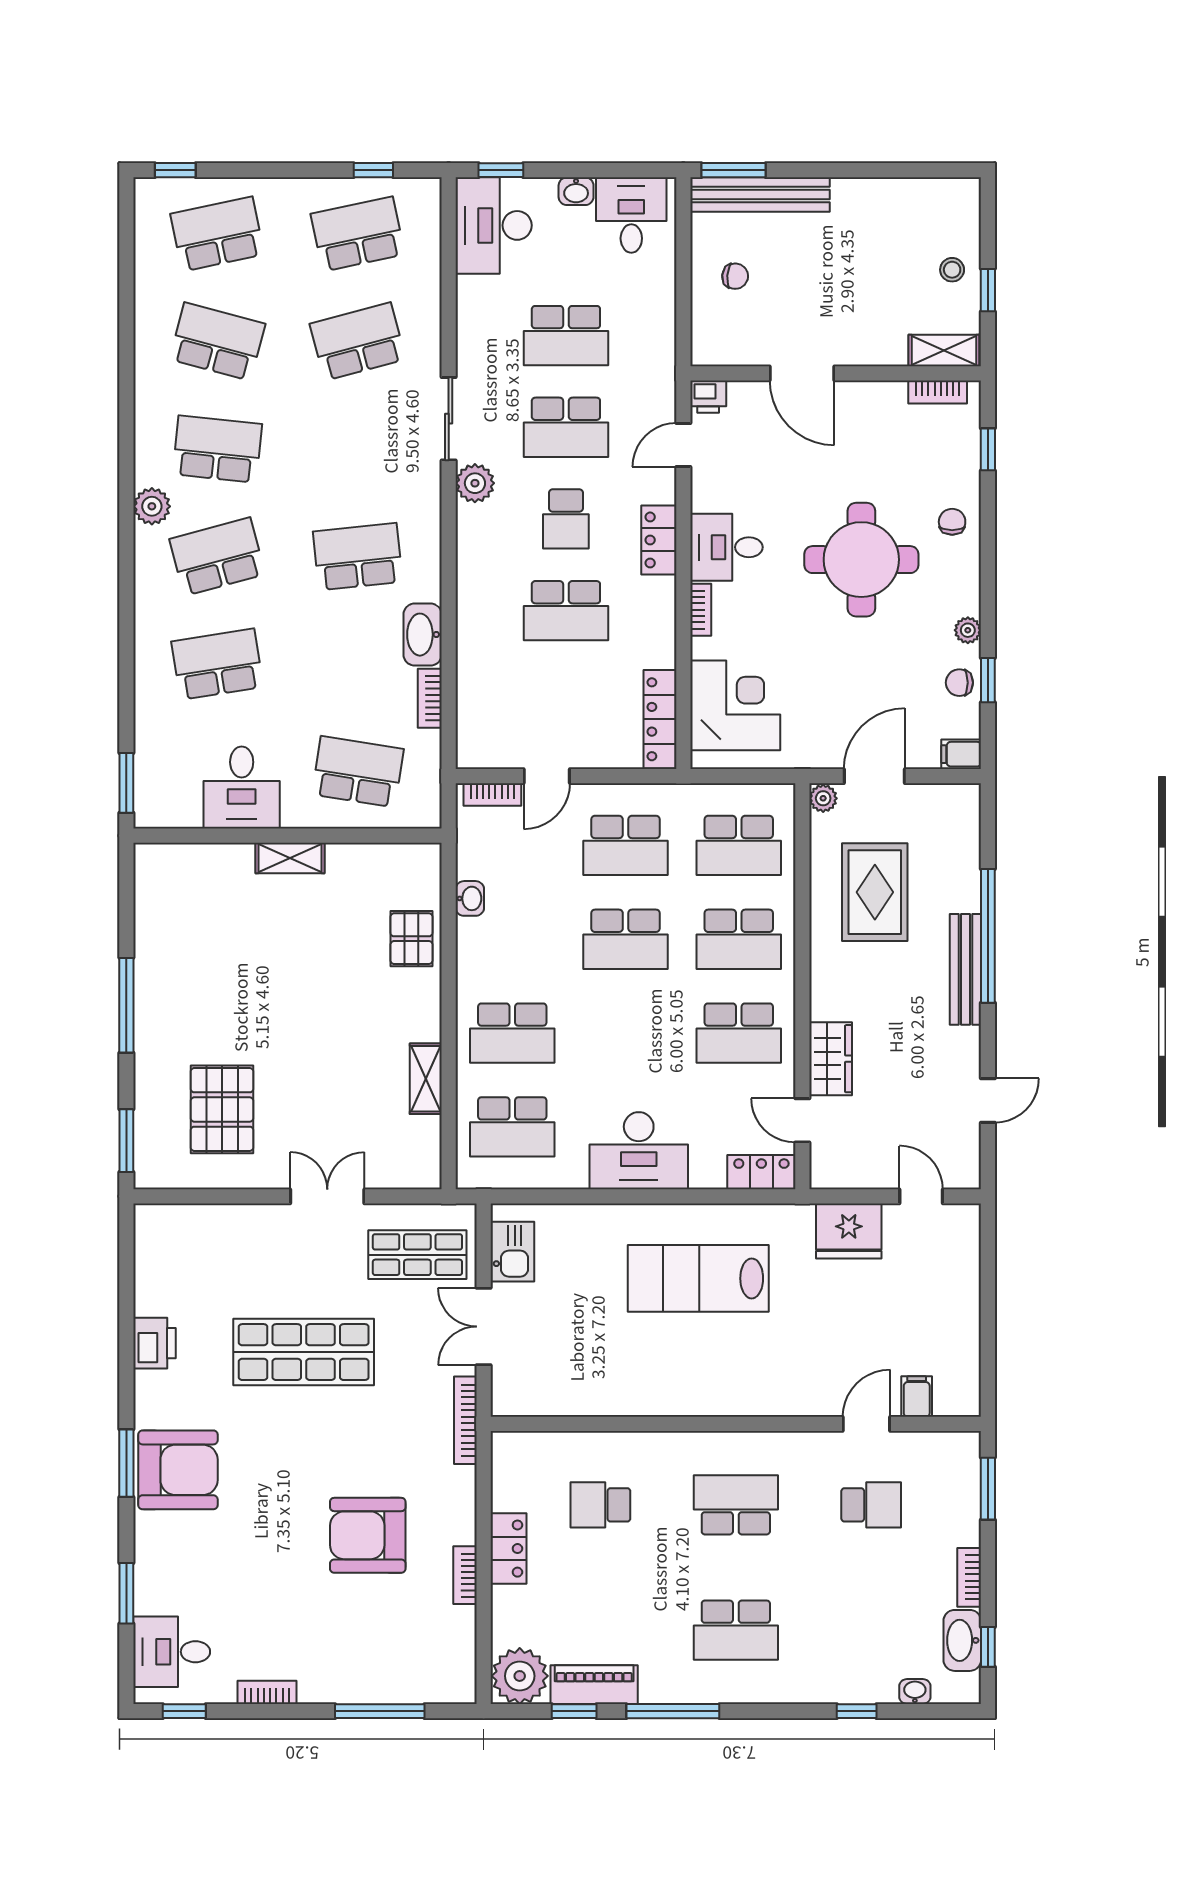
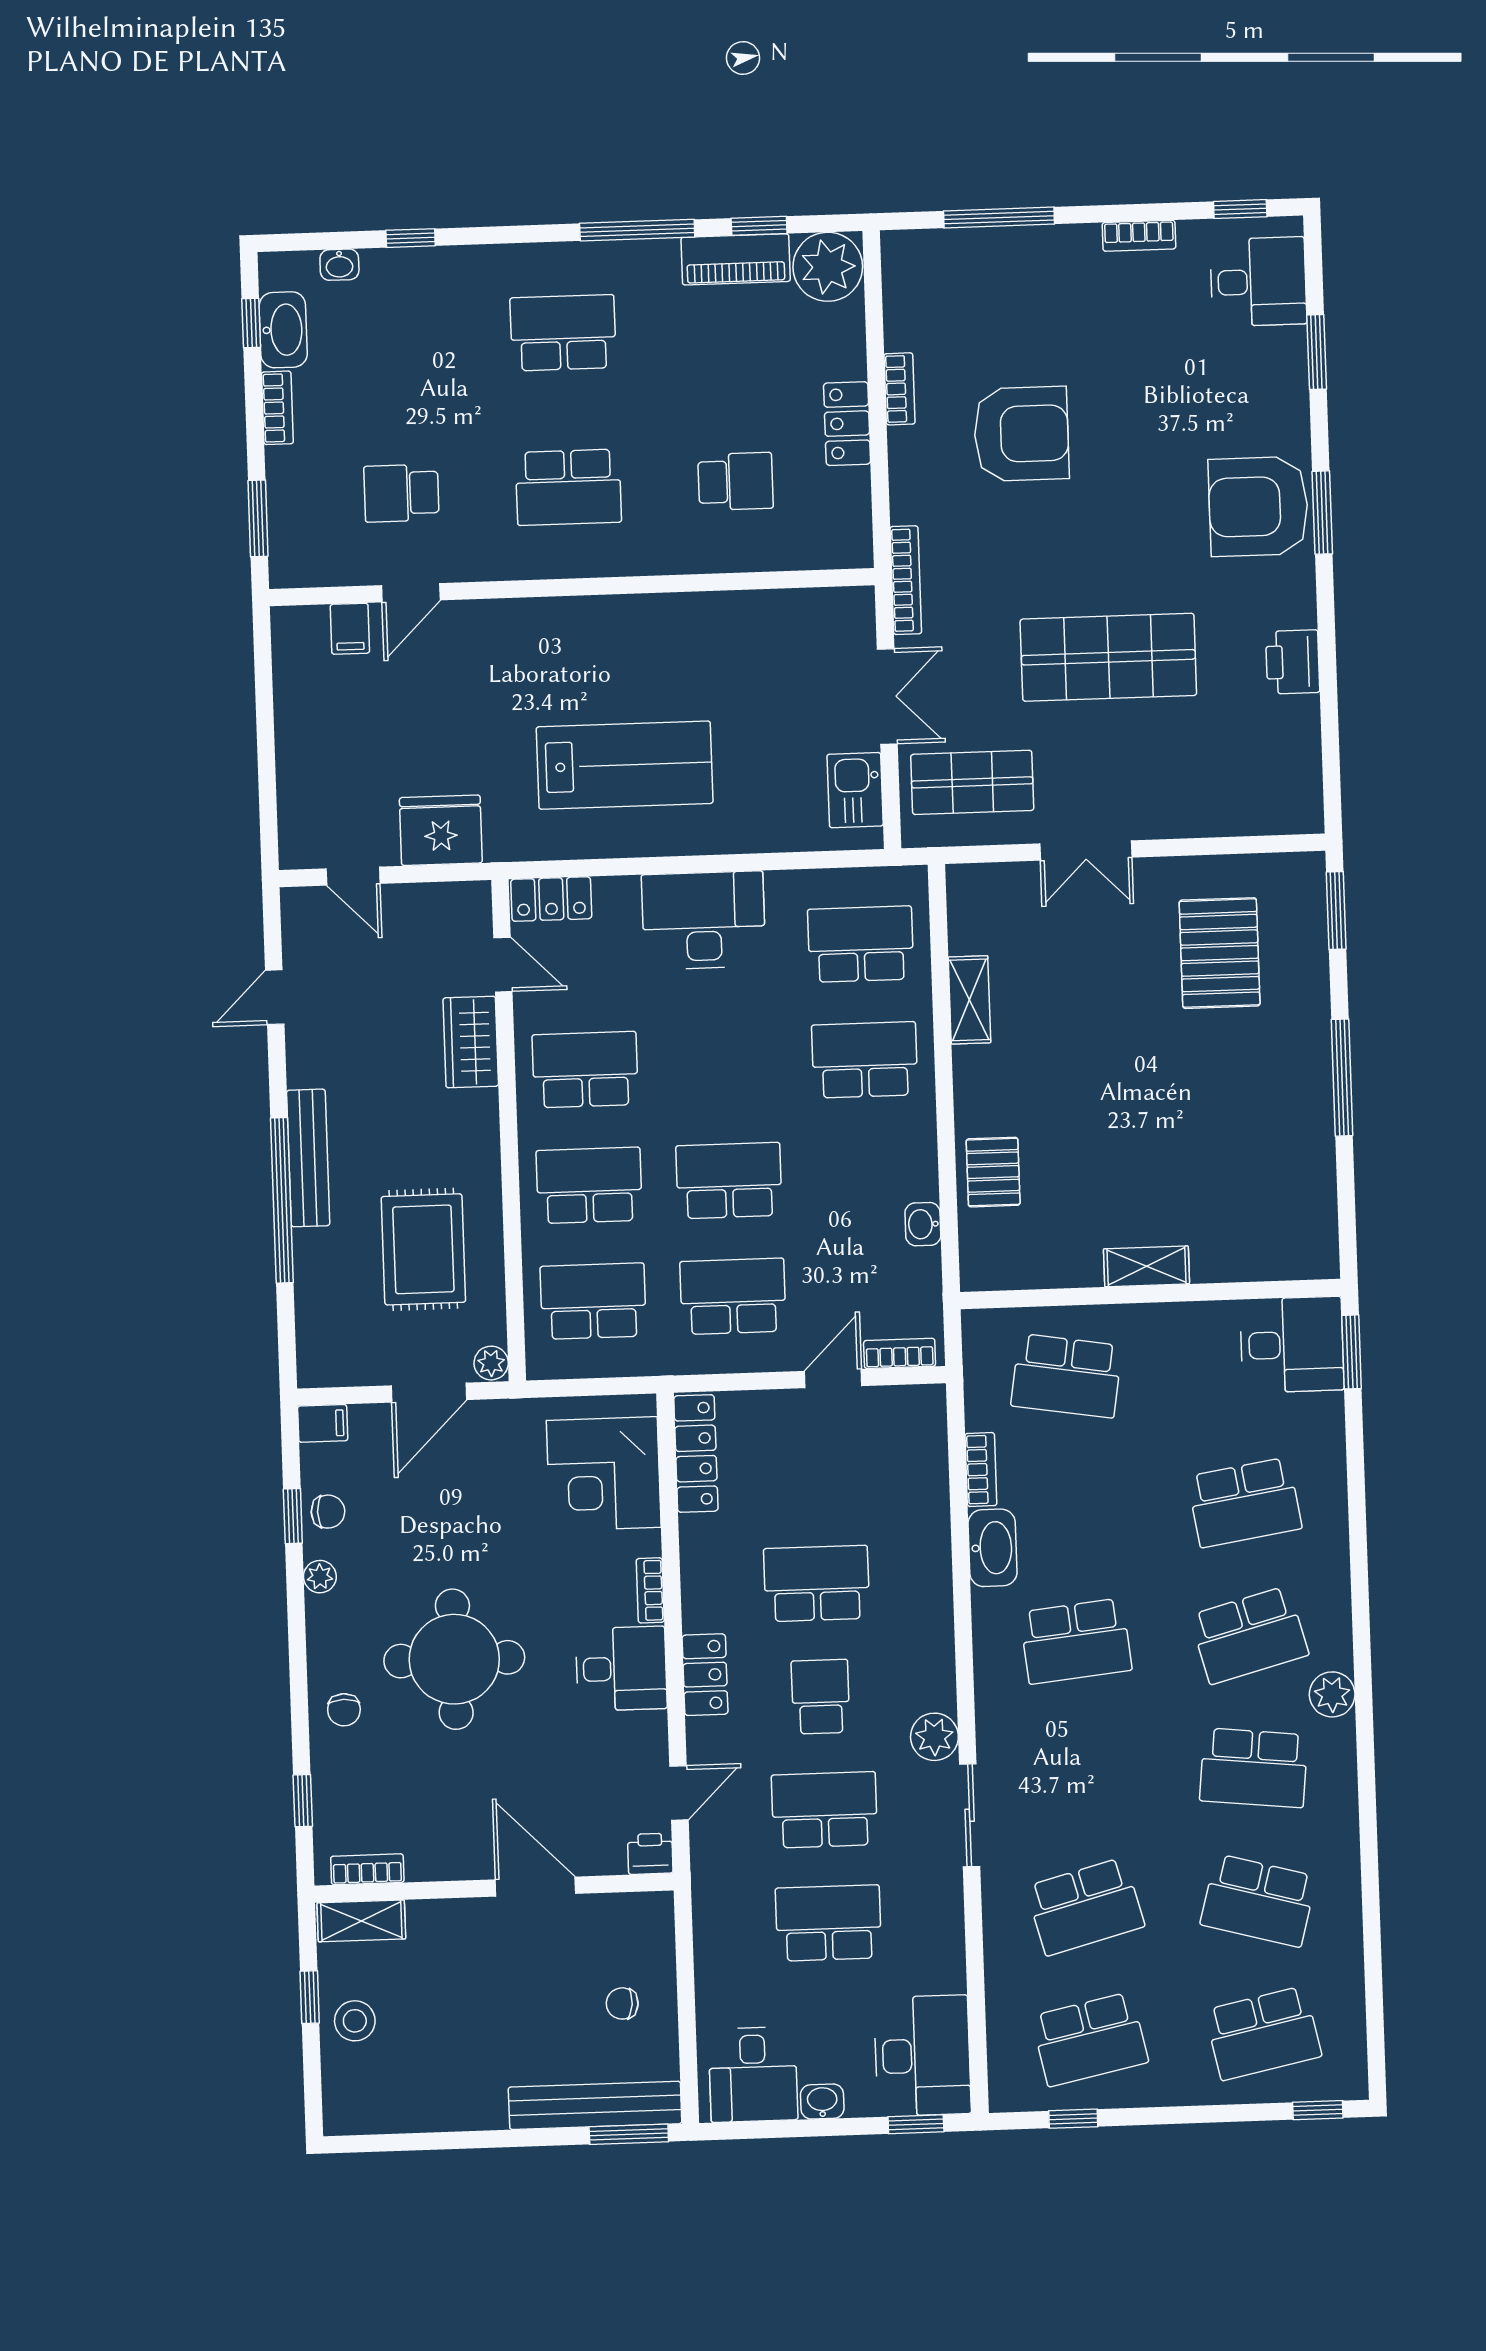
stool: (952, 270) -> (355, 2021), width x1.37, depth x1.37
desk: (242, 787) -> (1292, 1345), moved, turned 90

